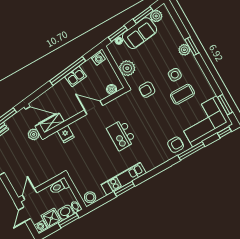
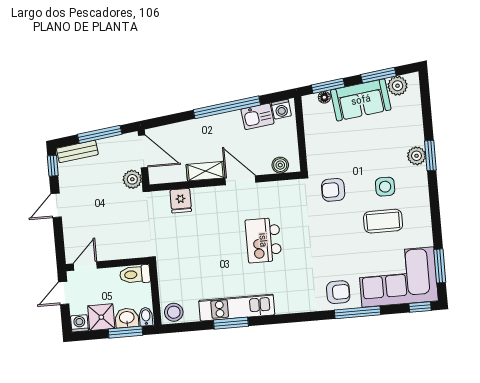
plant: (127, 68) -> (318, 144), removed
kitchen sink: (76, 77) -> (257, 116), moved
shelving: (52, 123) -> (206, 171), moved

